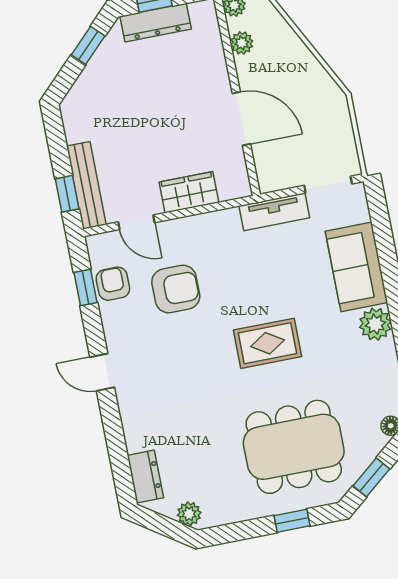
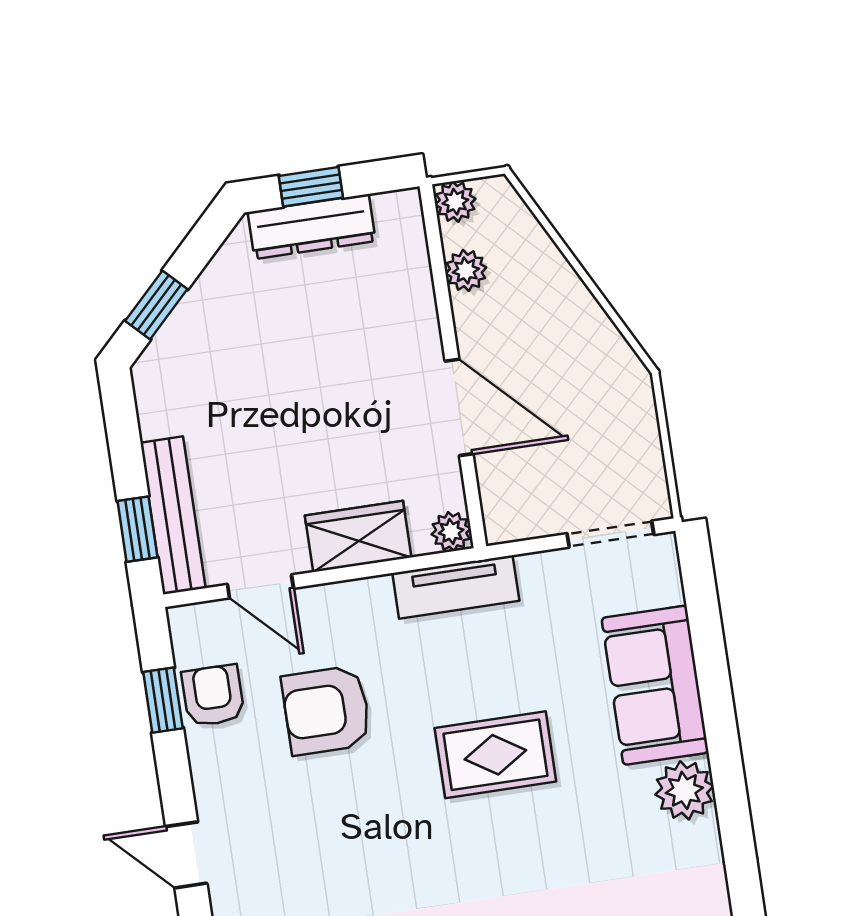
window: (88, 45) -> (156, 305), moved
plant: (240, 187) -> (451, 531), added
tv unit: (274, 212) -> (456, 587), moved
armchair: (176, 289) -> (326, 710), turned 180
rug: (268, 343) -> (495, 755), moved

